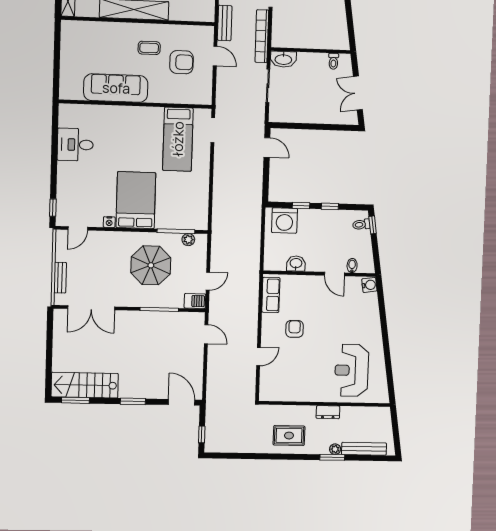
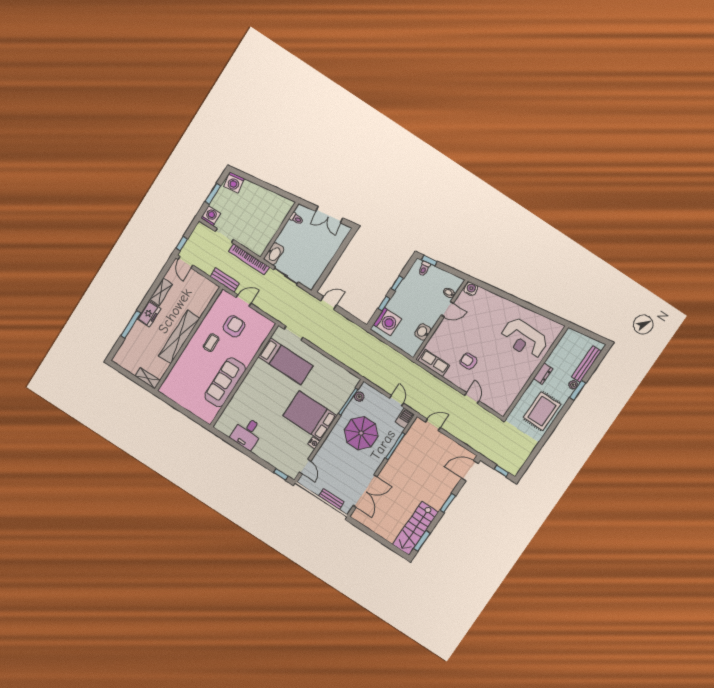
rug: (289, 436) -> (542, 411), width x1.36, depth x1.43

